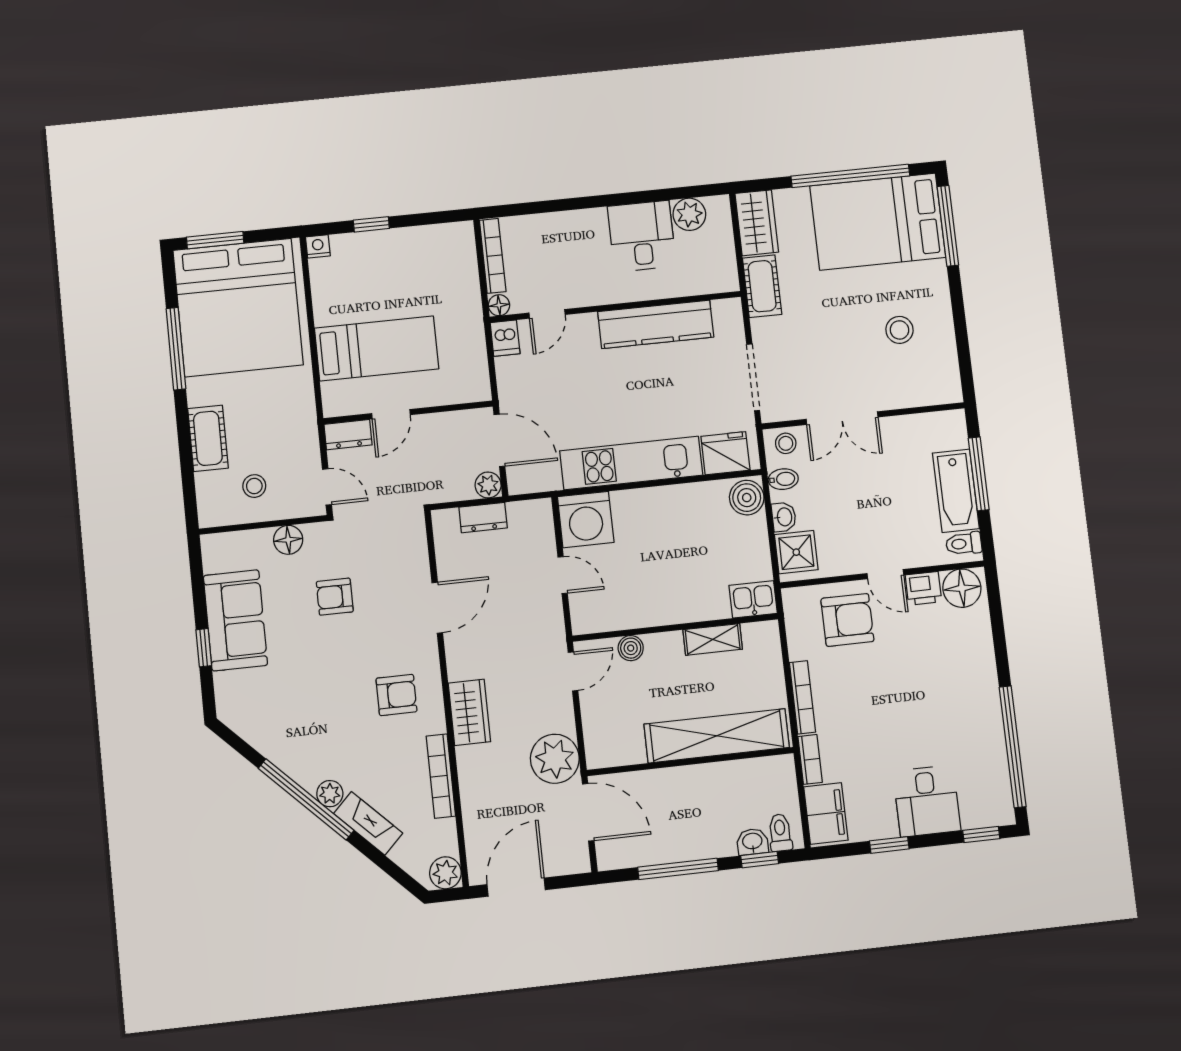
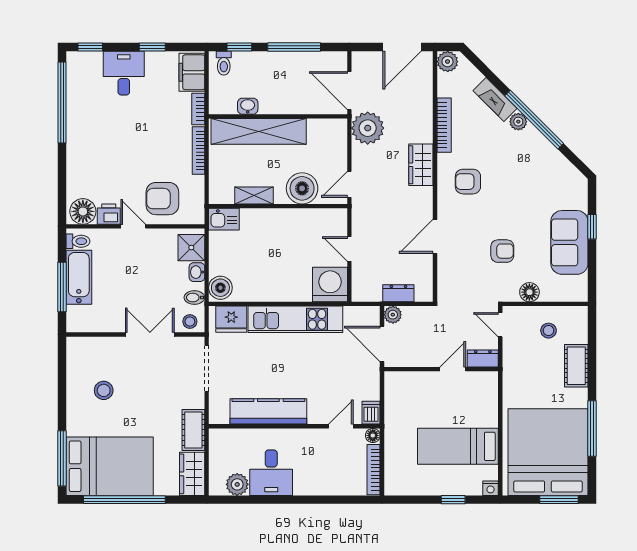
bed: (377, 348) -> (458, 446), moved
boiler: (631, 648) -> (302, 188), width x1.86, depth x1.86
washbasin: (752, 842) -> (248, 106), moved, turned 180

